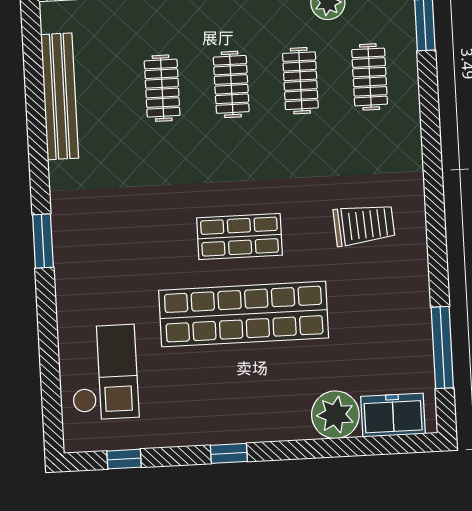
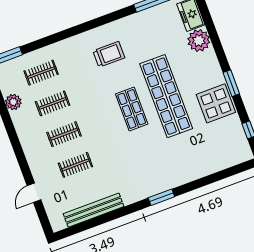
trolley: (364, 225) -> (109, 54), turned 94
checkout: (104, 372) -> (212, 151), removed
display table: (198, 410) -> (216, 103), added
window: (229, 453) -> (231, 83), width x1.50

